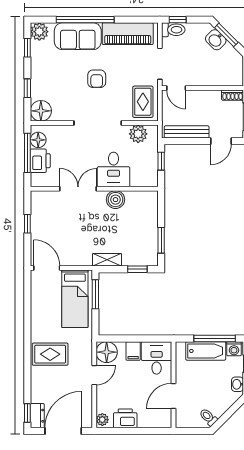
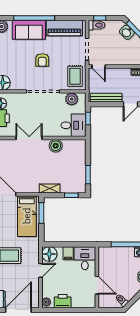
desk: (114, 169) -> (73, 125), moved, turned -90
bathtub: (206, 351) -> (120, 253), removed
door: (174, 396) -> (97, 285), swing flipped

